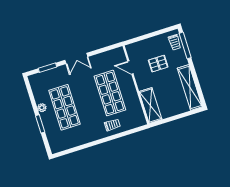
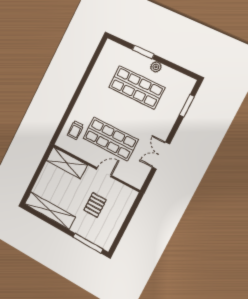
trolley: (175, 42) -> (99, 237), removed
double door: (76, 58) -> (161, 156), moved
door: (130, 68) -> (104, 172), moved
trolley: (112, 125) -> (75, 130), moved

